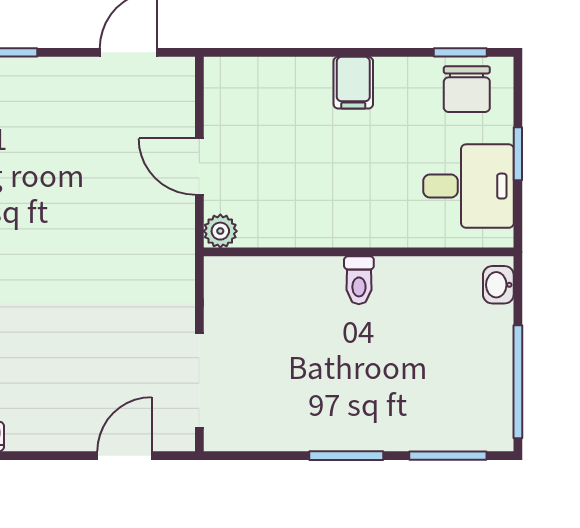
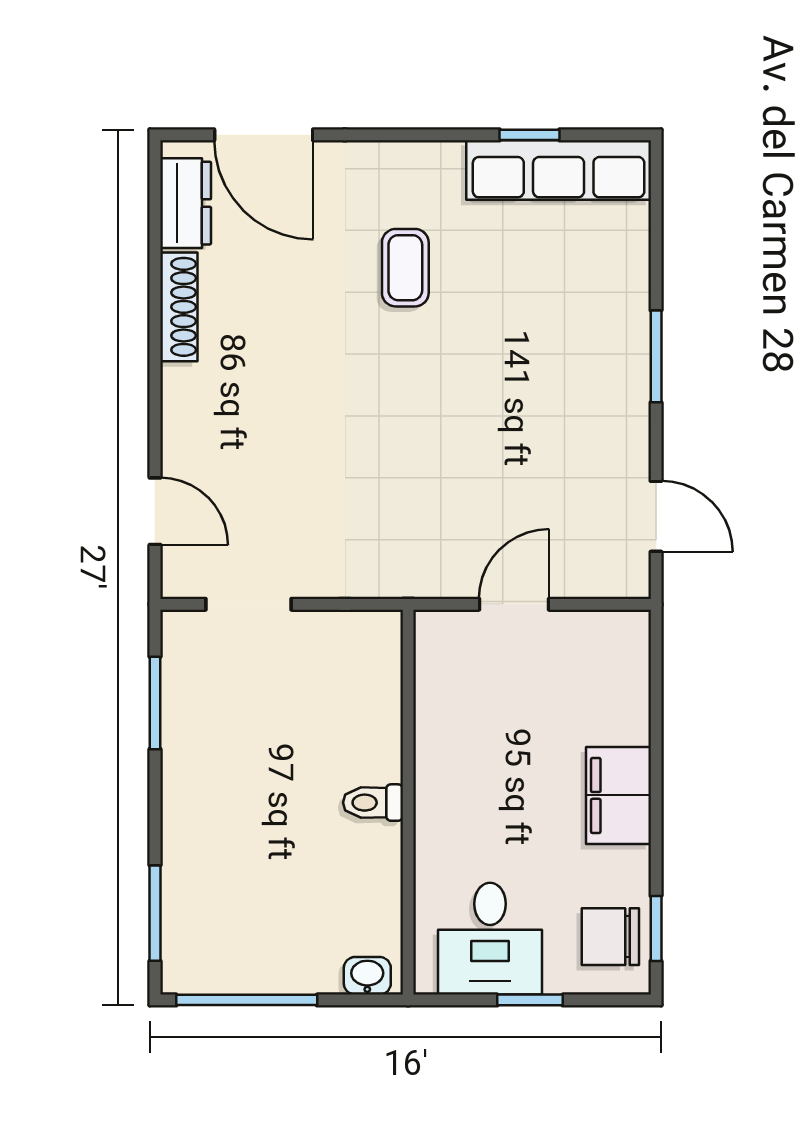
filing cabinet: (353, 83) -> (618, 795), width x2.00
plant: (220, 231) -> (434, 630), removed
doorway: (199, 380) -> (248, 604), width x0.73
window: (346, 456) -> (155, 703), moved

